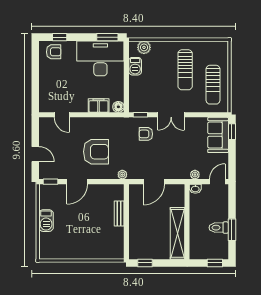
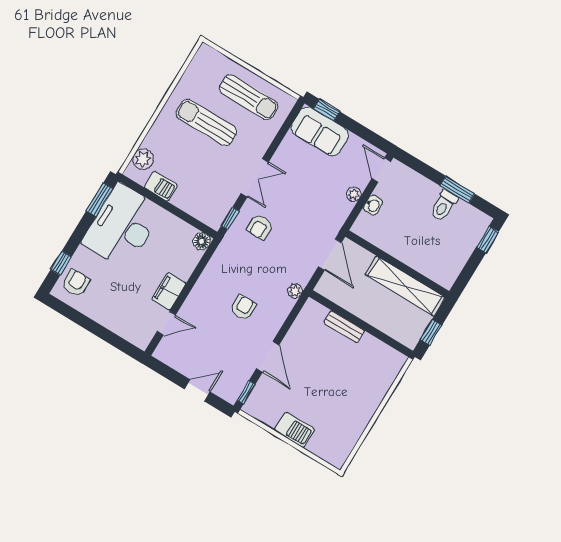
sun lounger: (185, 70) -> (206, 122), turned 180
filing cabinet: (99, 106) -> (169, 291), moved
armchair: (96, 152) -> (243, 308), width x0.53, depth x0.53
wall: (187, 222) -> (397, 264), moved
shelving: (178, 233) -> (405, 286), moved

